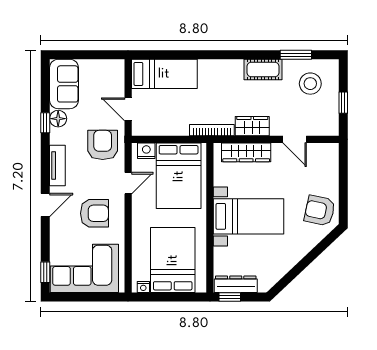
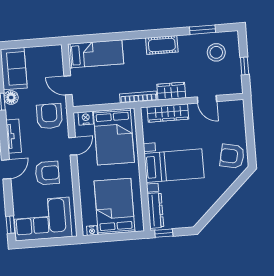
cot: (263, 69) -> (162, 45), moved
dresser: (236, 284) -> (155, 210), moved, turned 90

